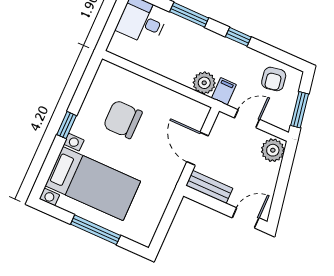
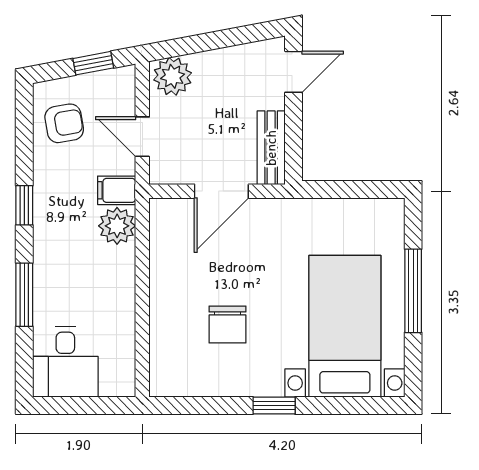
window: (300, 110) -> (93, 63), width x0.67
chair: (123, 119) -> (227, 325), width x0.73, depth x0.73
door: (246, 218) -> (293, 72), swing flipped

